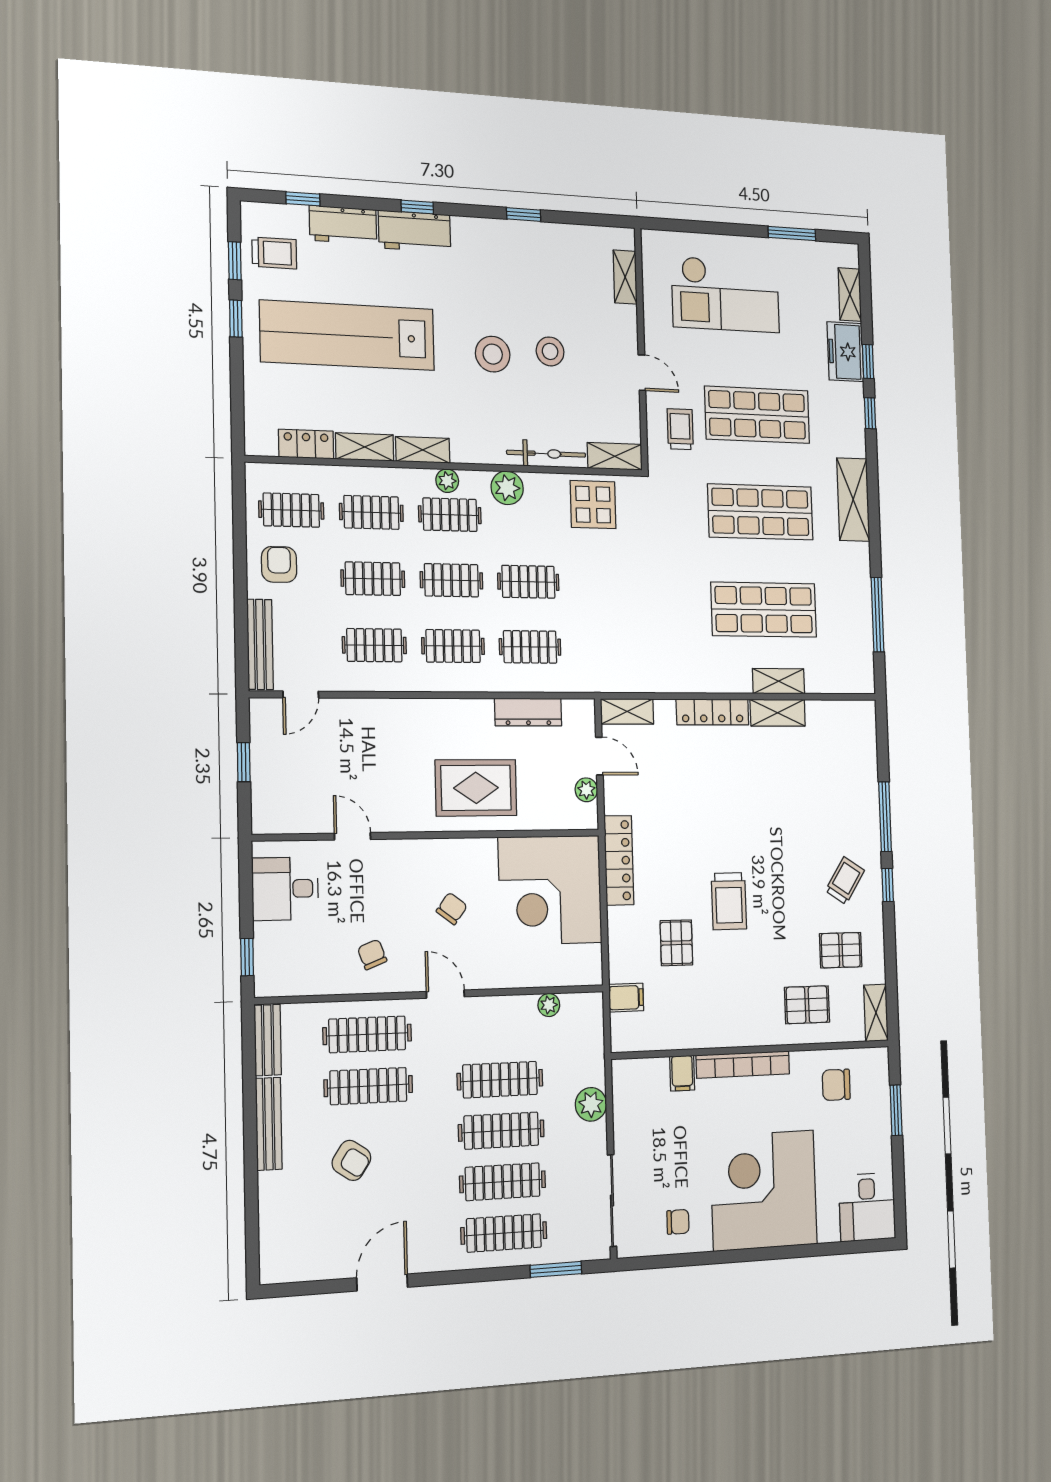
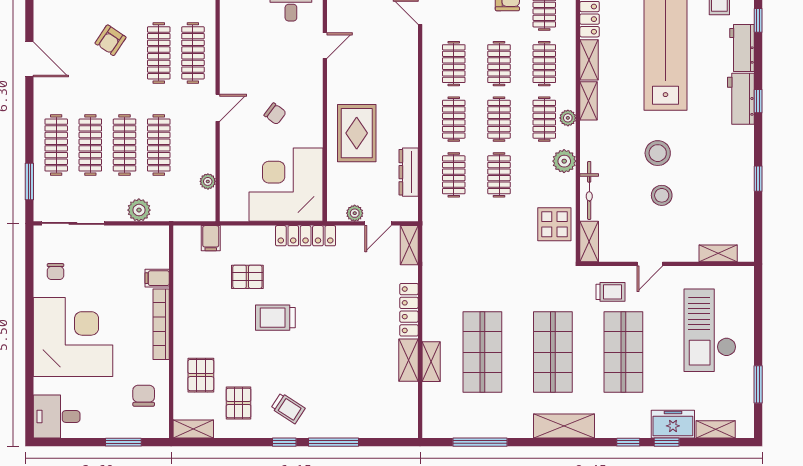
chair: (372, 955) -> (246, 57), removed

